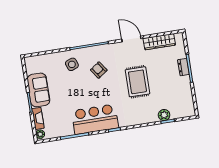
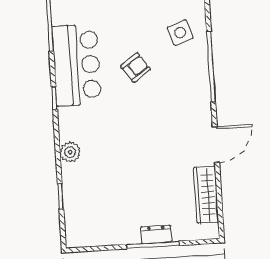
armchair: (99, 70) -> (136, 68), moved
rug: (137, 82) -> (137, 148), removed
plant: (164, 115) -> (70, 152), moved

